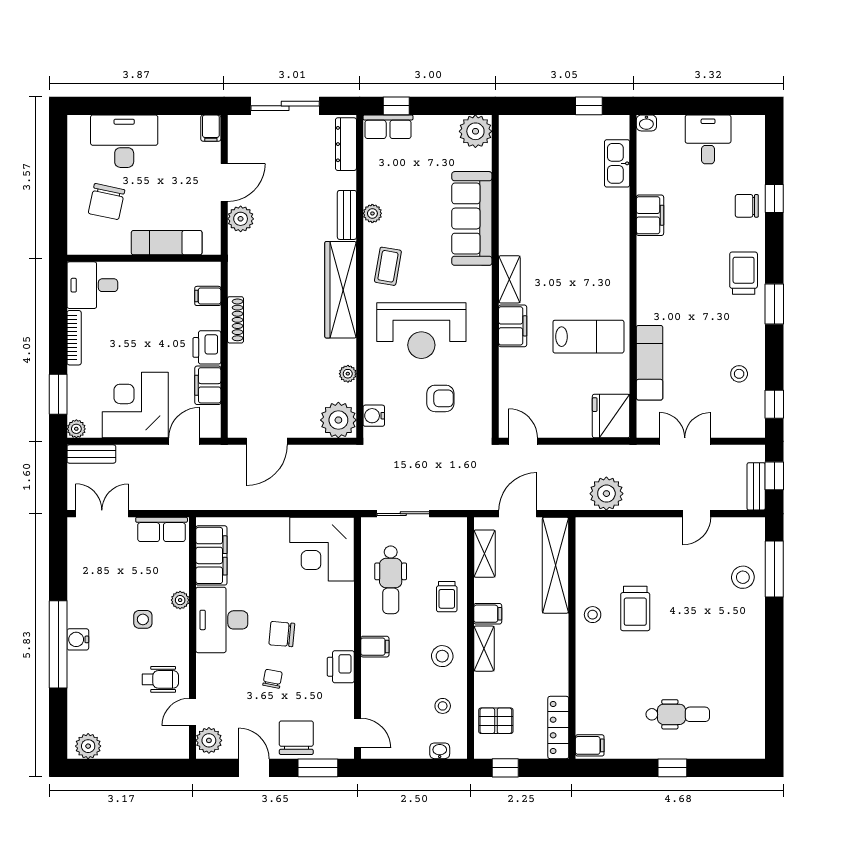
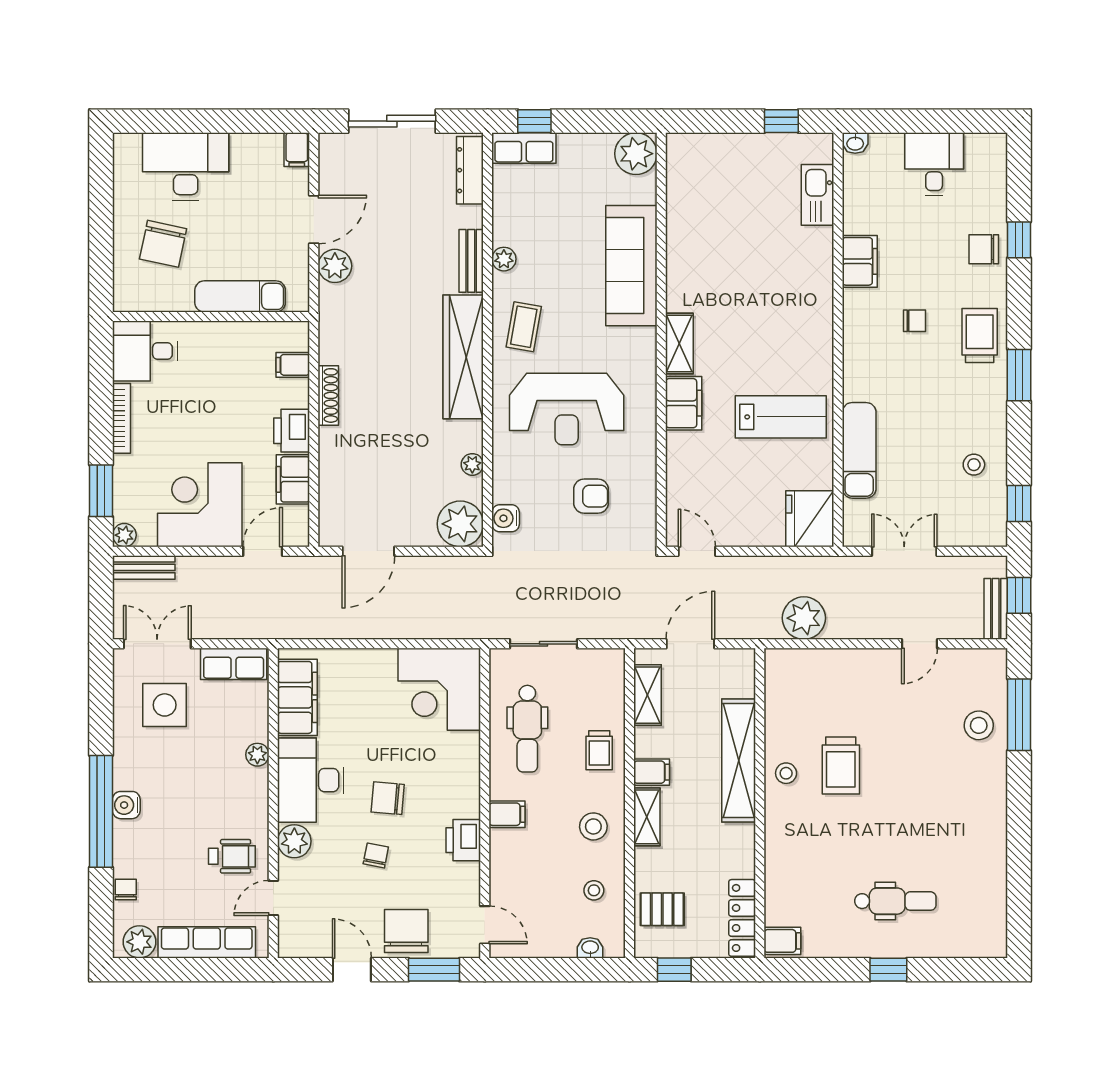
chair: (693, 262) -> (914, 321), added
shelving: (556, 565) -> (739, 760), moved
side table: (143, 619) -> (165, 705), moved, width x1.87, depth x1.87
chair: (77, 705) -> (126, 889), added
plant: (209, 740) -> (294, 841), moved
row of seats: (141, 746) -> (207, 942), added

